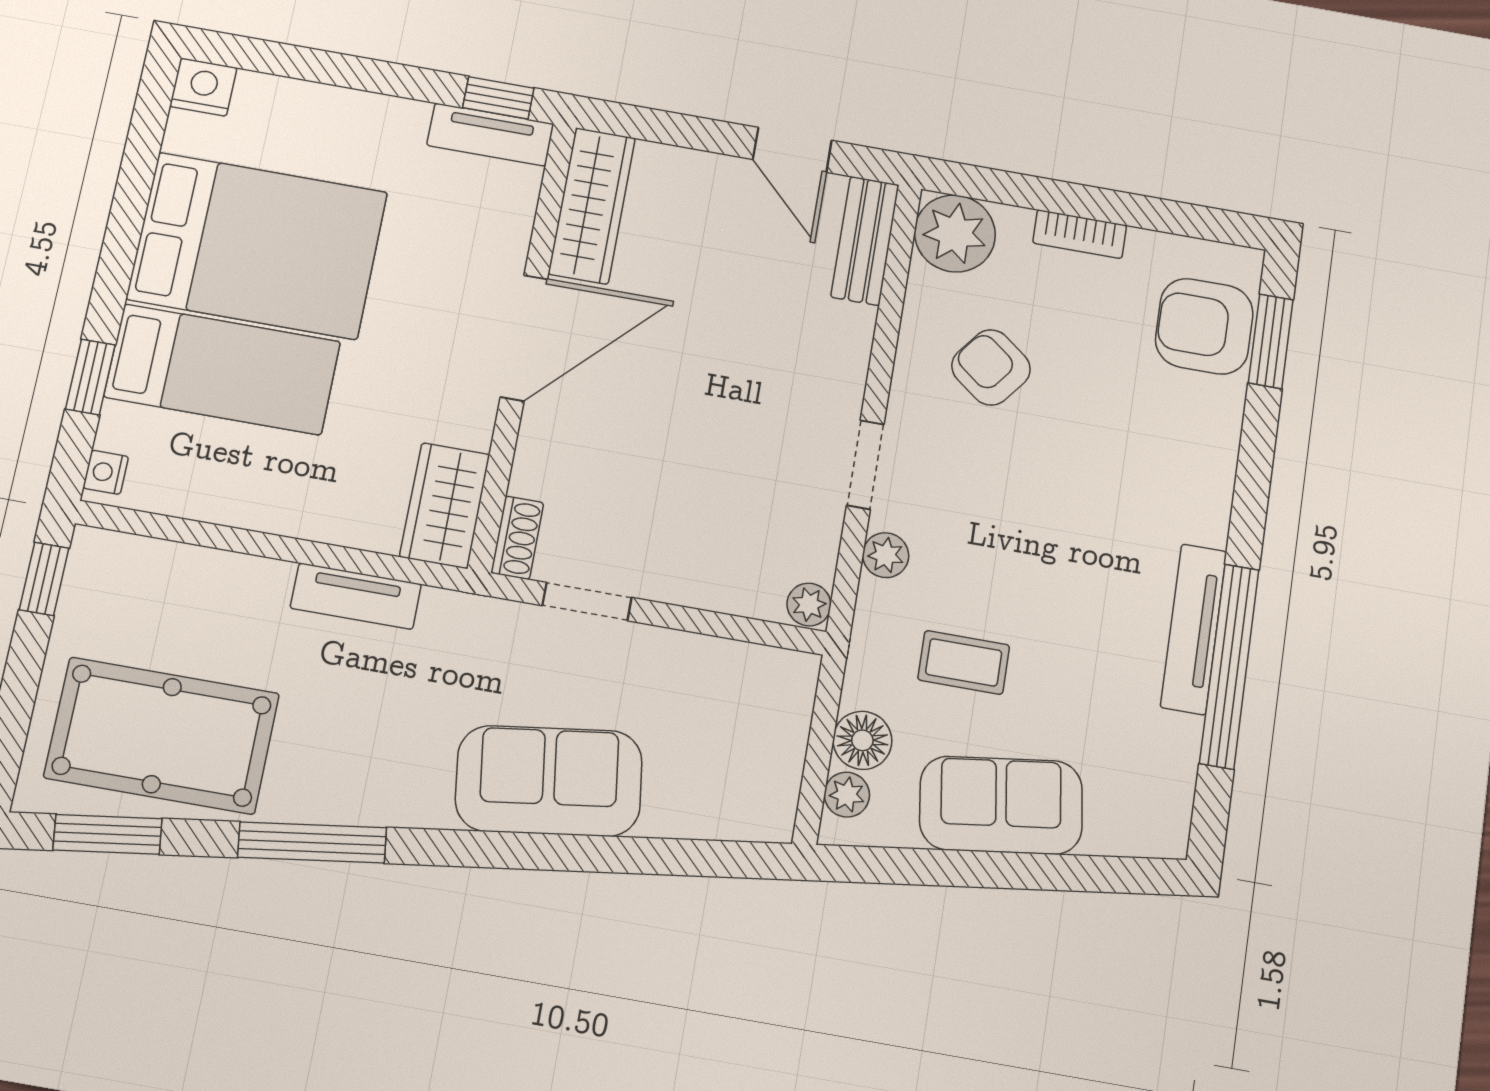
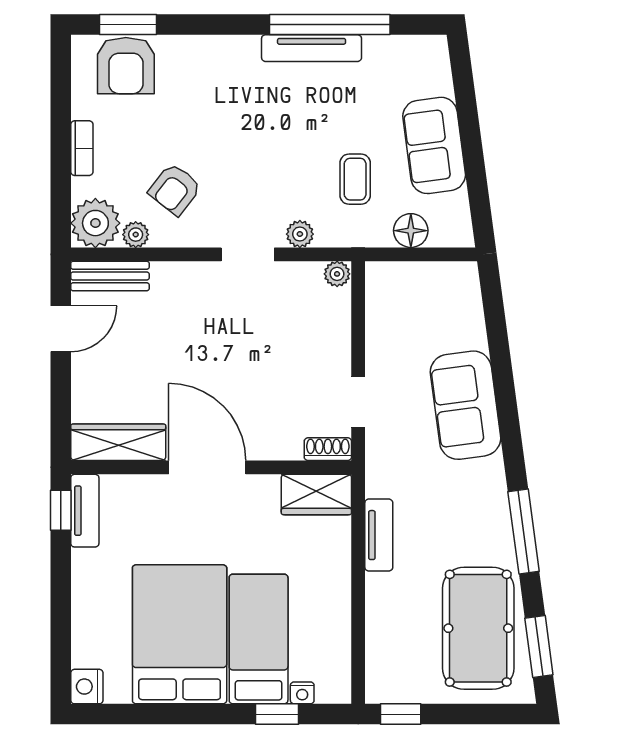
nightstand: (106, 472) -> (302, 693), moved
plant: (847, 795) -> (136, 235), moved

